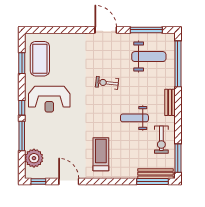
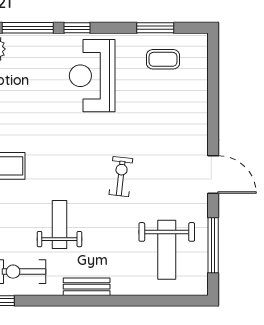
door: (106, 30) -> (213, 174), hinge flipped
coffee table: (40, 59) -> (163, 59), width x0.54, depth x0.58
window: (178, 64) -> (154, 301), removed

